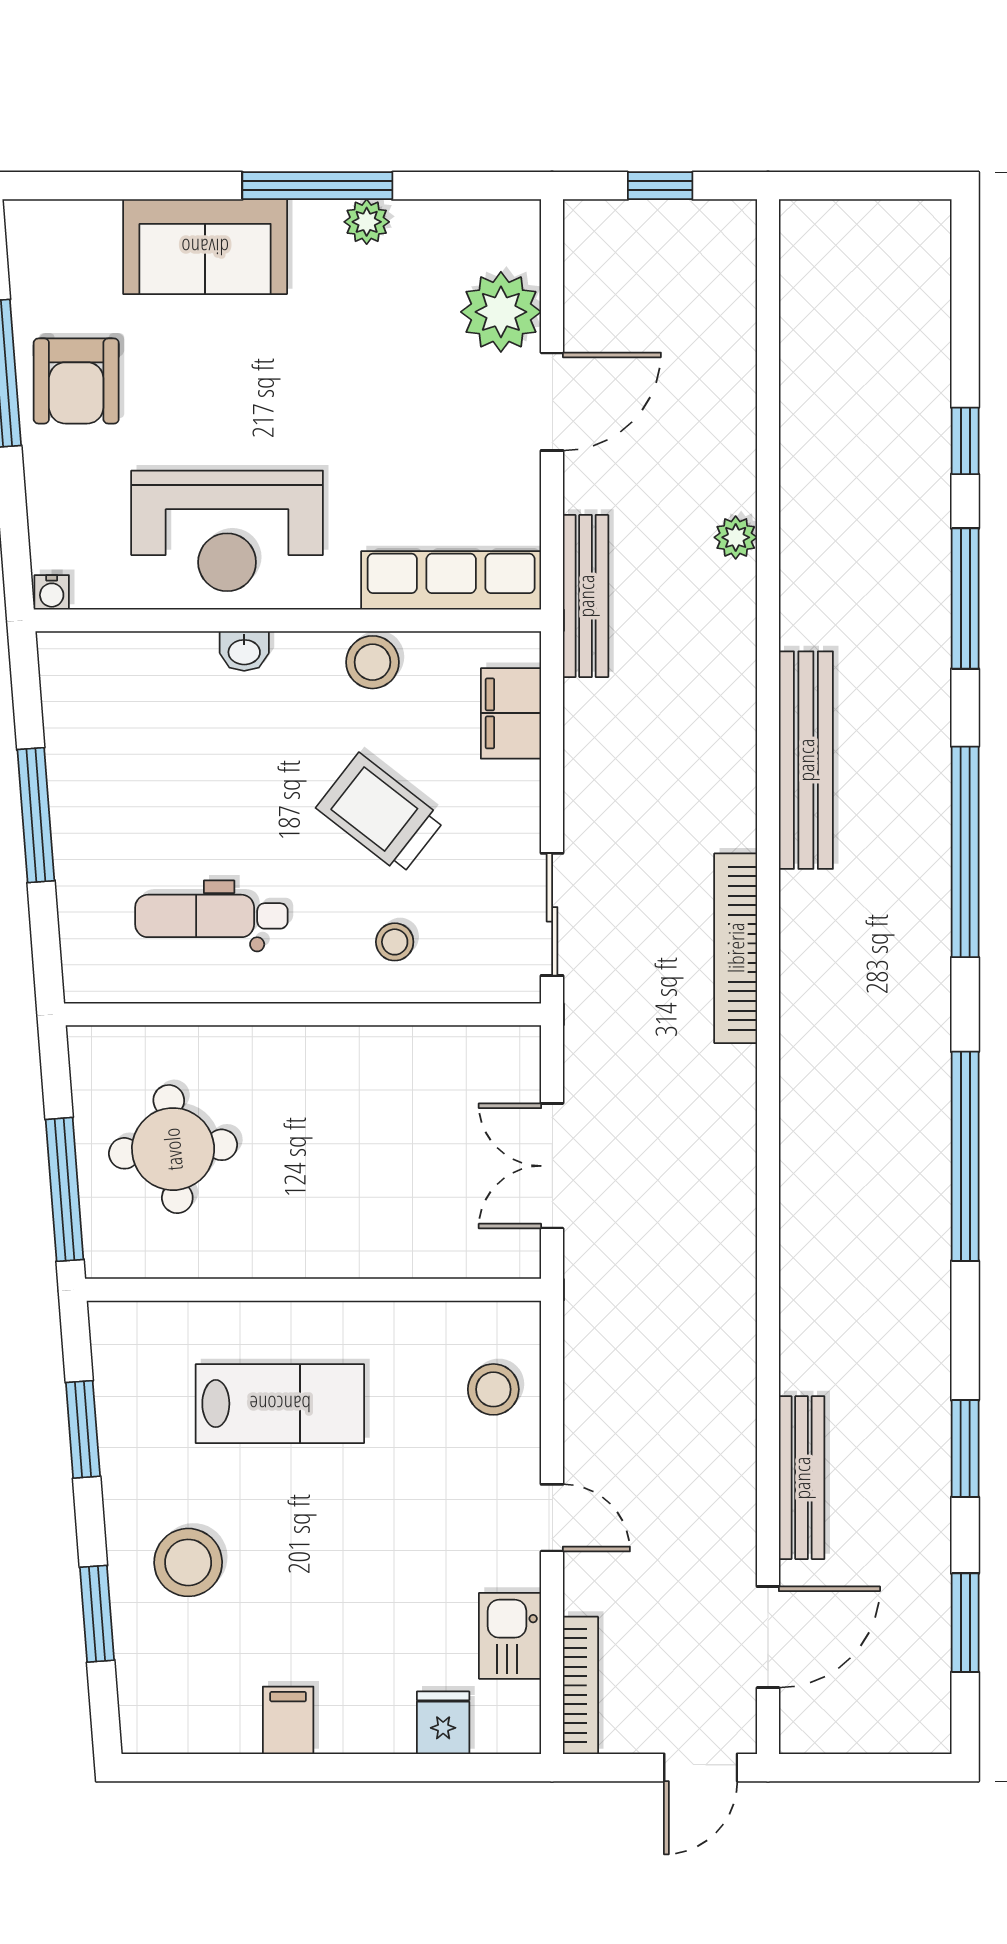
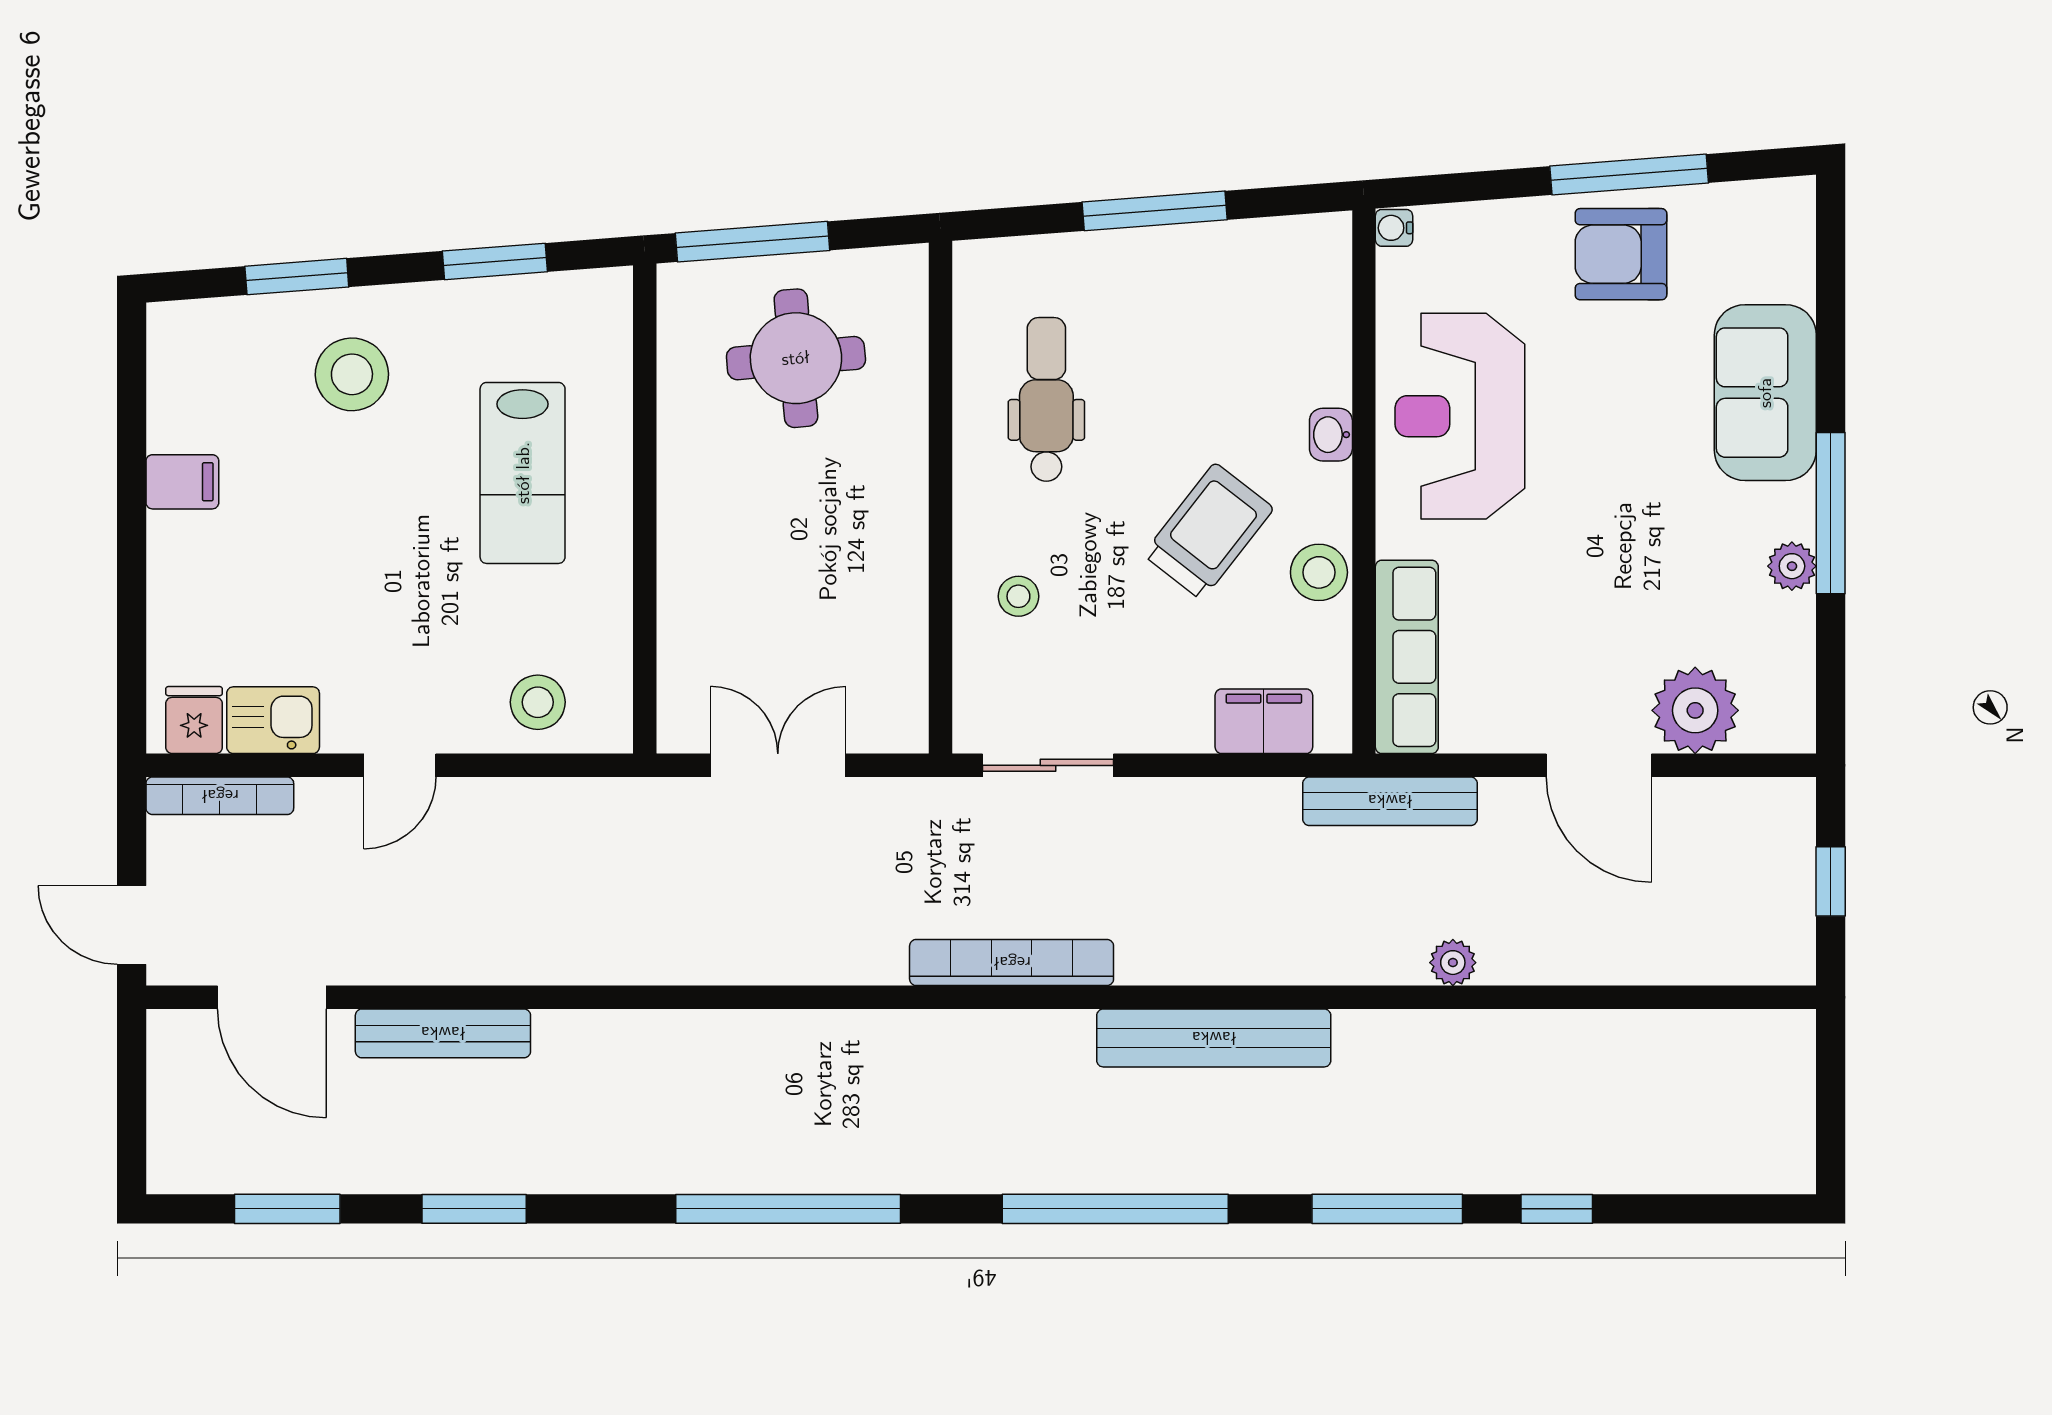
trolley: (380, 814) -> (1208, 531), moved
fridge: (443, 1723) -> (194, 720), moved, turned -90

